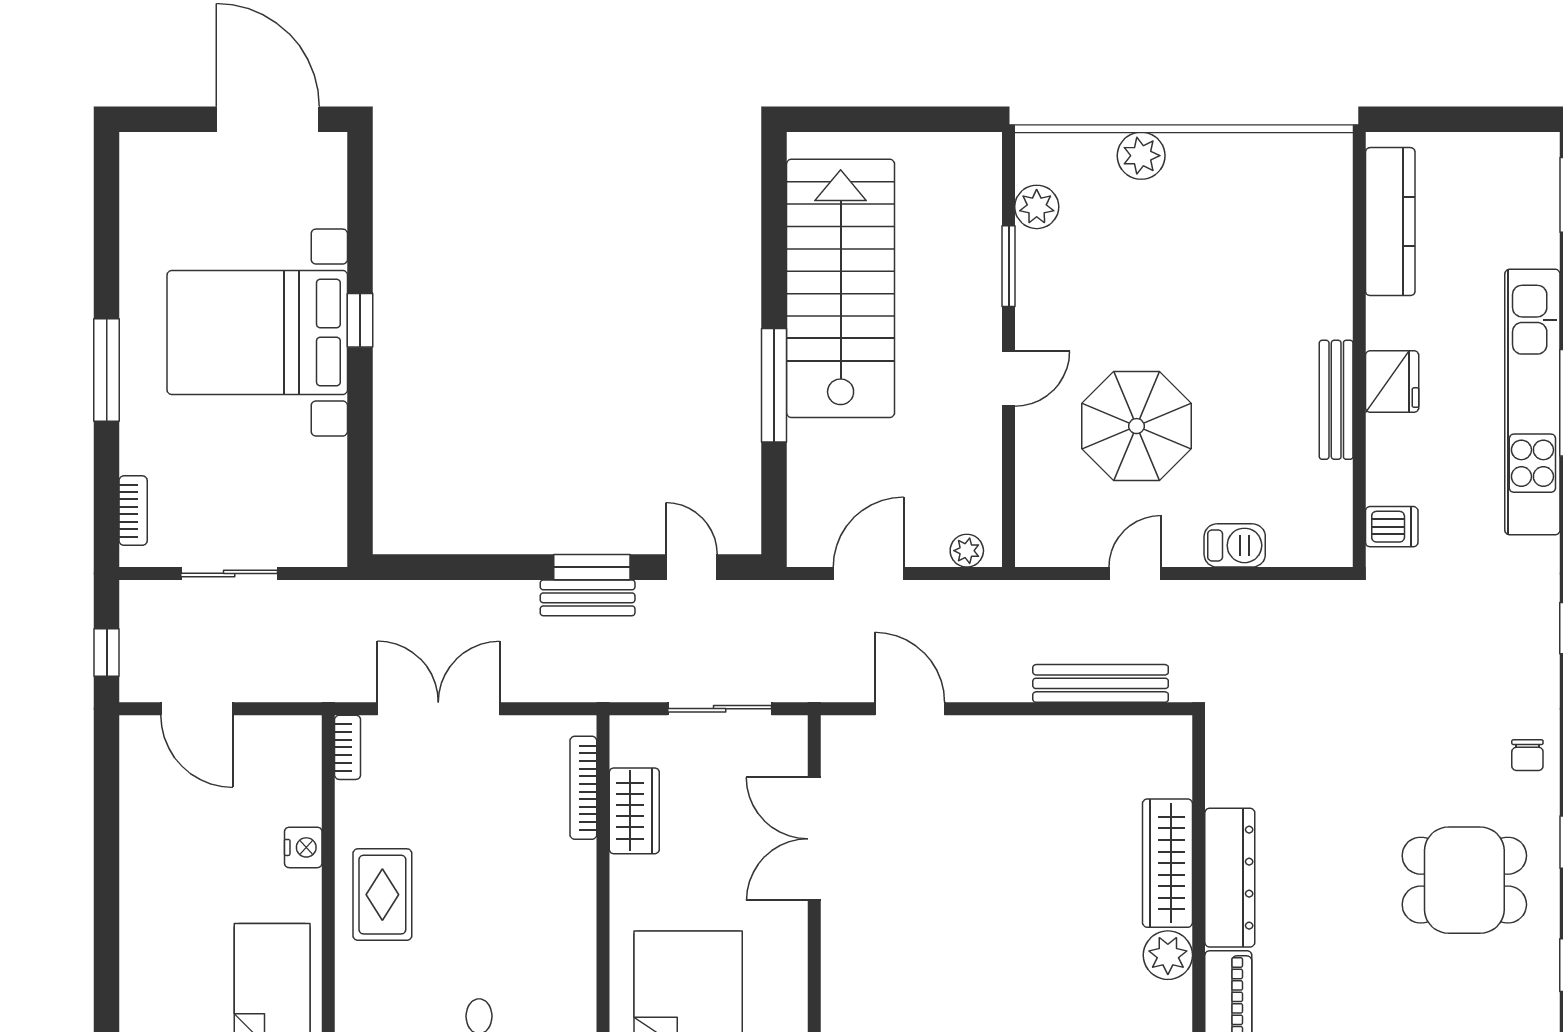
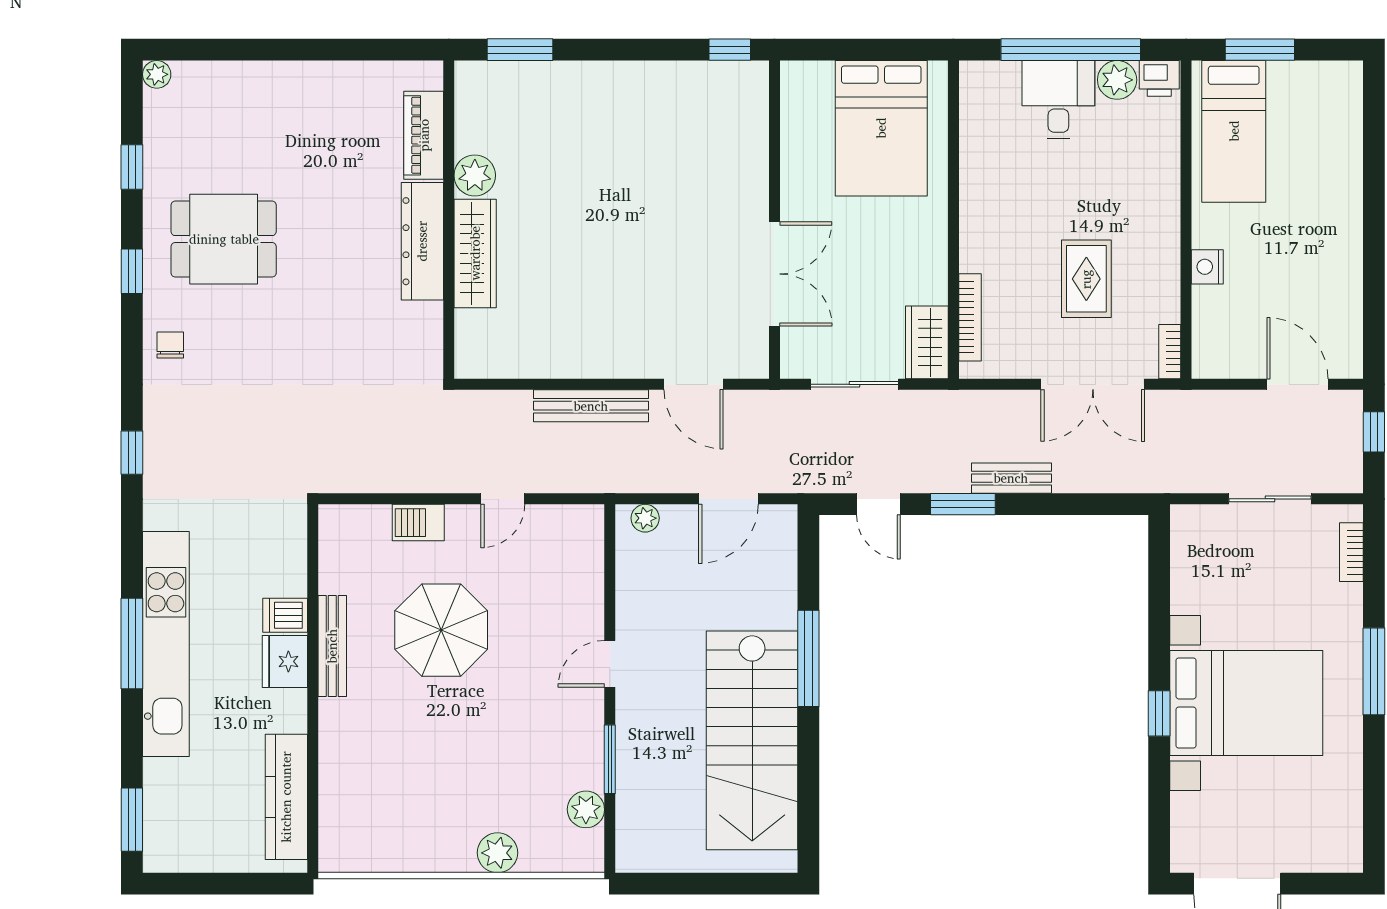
parasol: (1136, 426) -> (441, 630), moved
dishwasher: (1392, 527) -> (285, 615), moved
bench: (588, 598) -> (1011, 478), moved
bench: (1101, 683) -> (591, 406), moved
wardrobe: (634, 811) -> (927, 342), moved
rug: (382, 895) -> (1086, 279), moved

